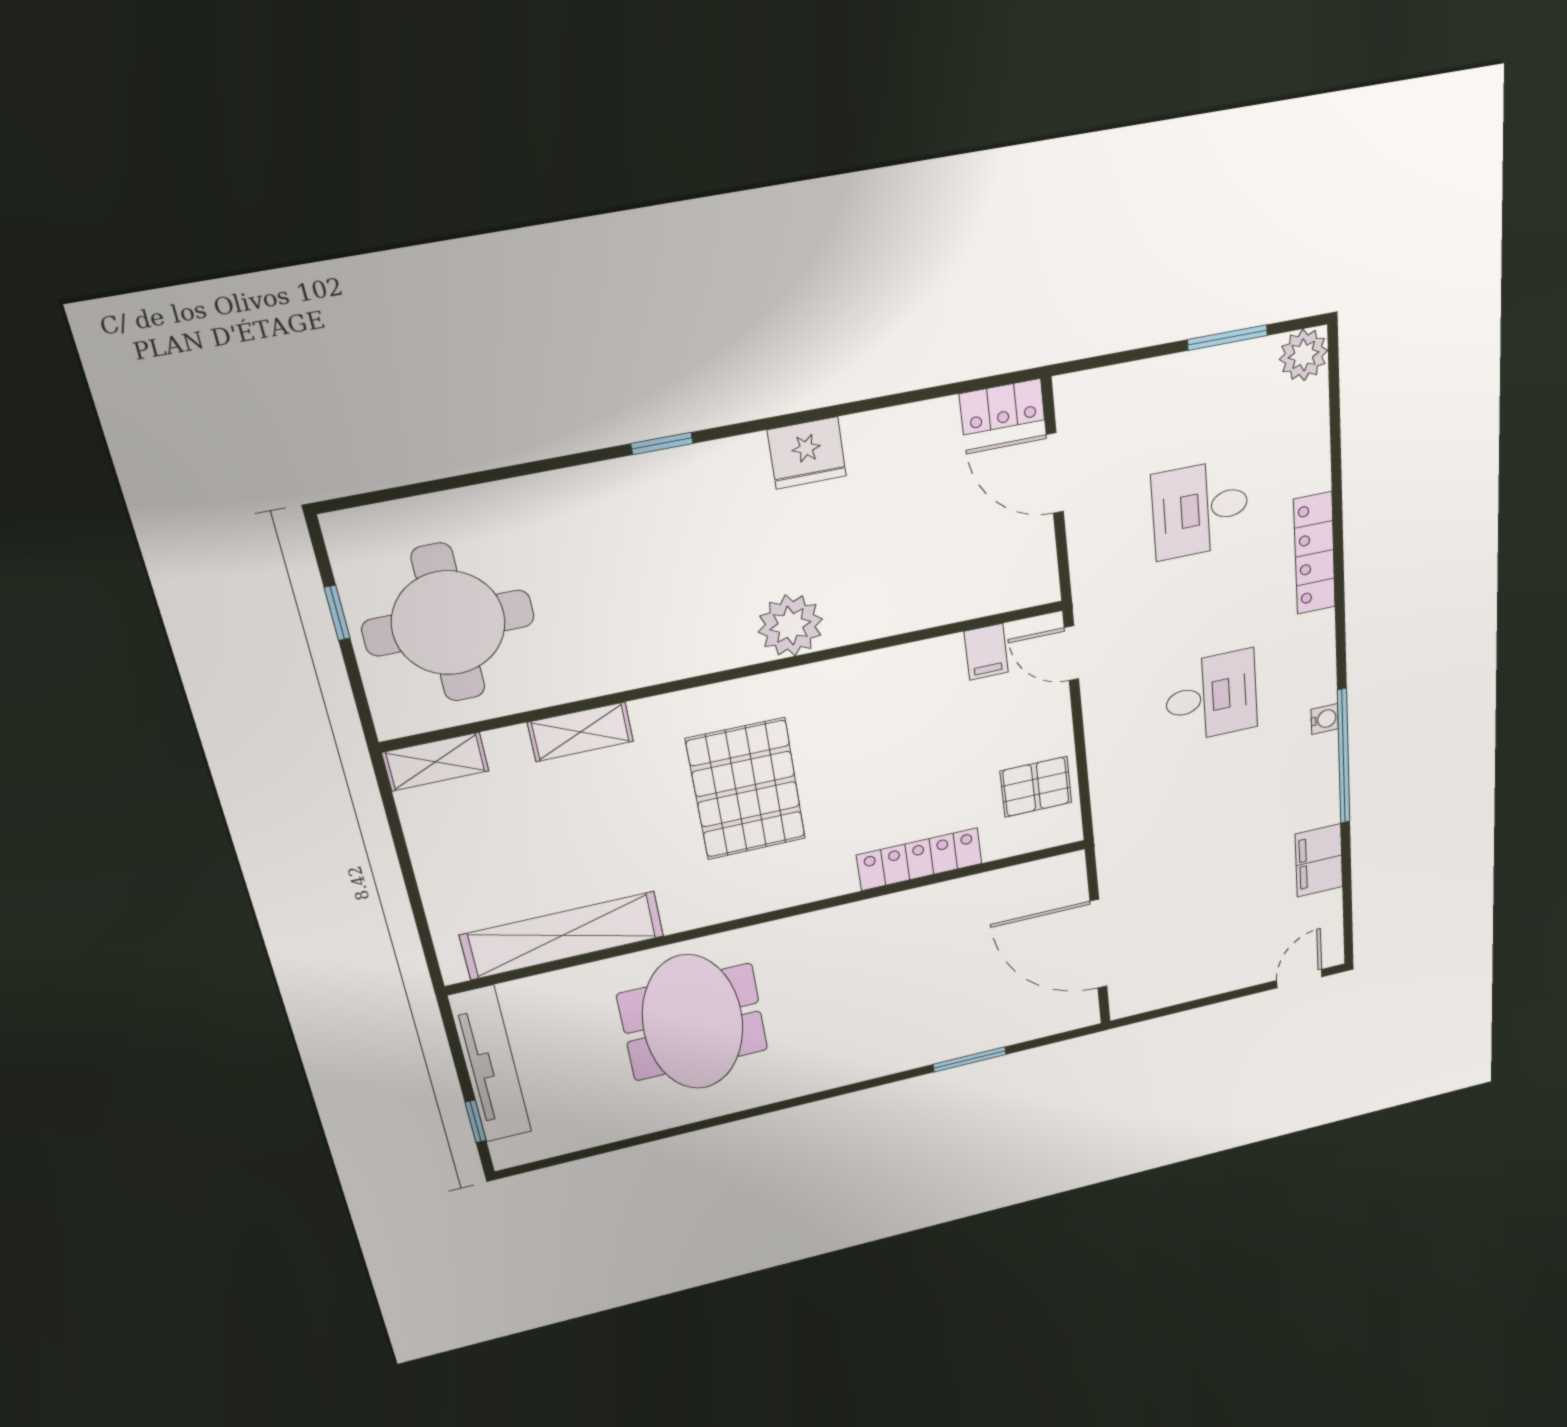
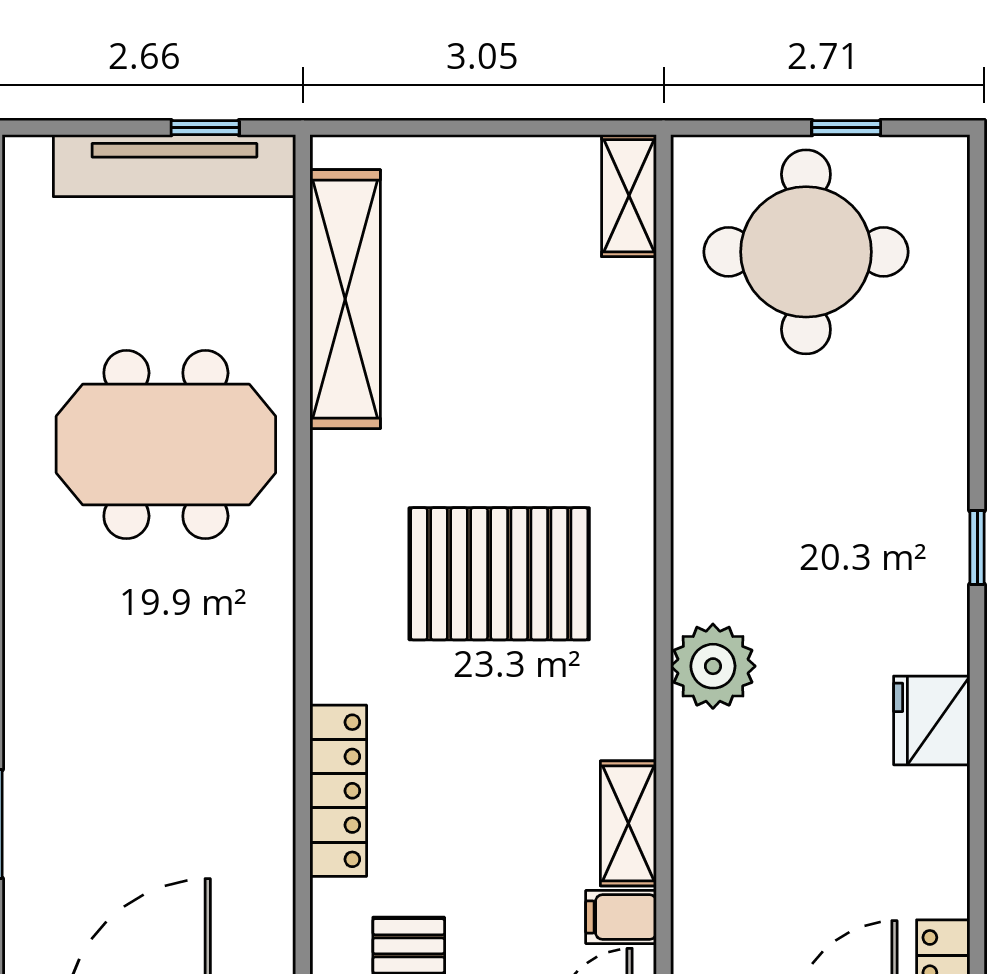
shelving: (580, 732) -> (628, 823), moved
window: (476, 1121) -> (205, 128), moved

